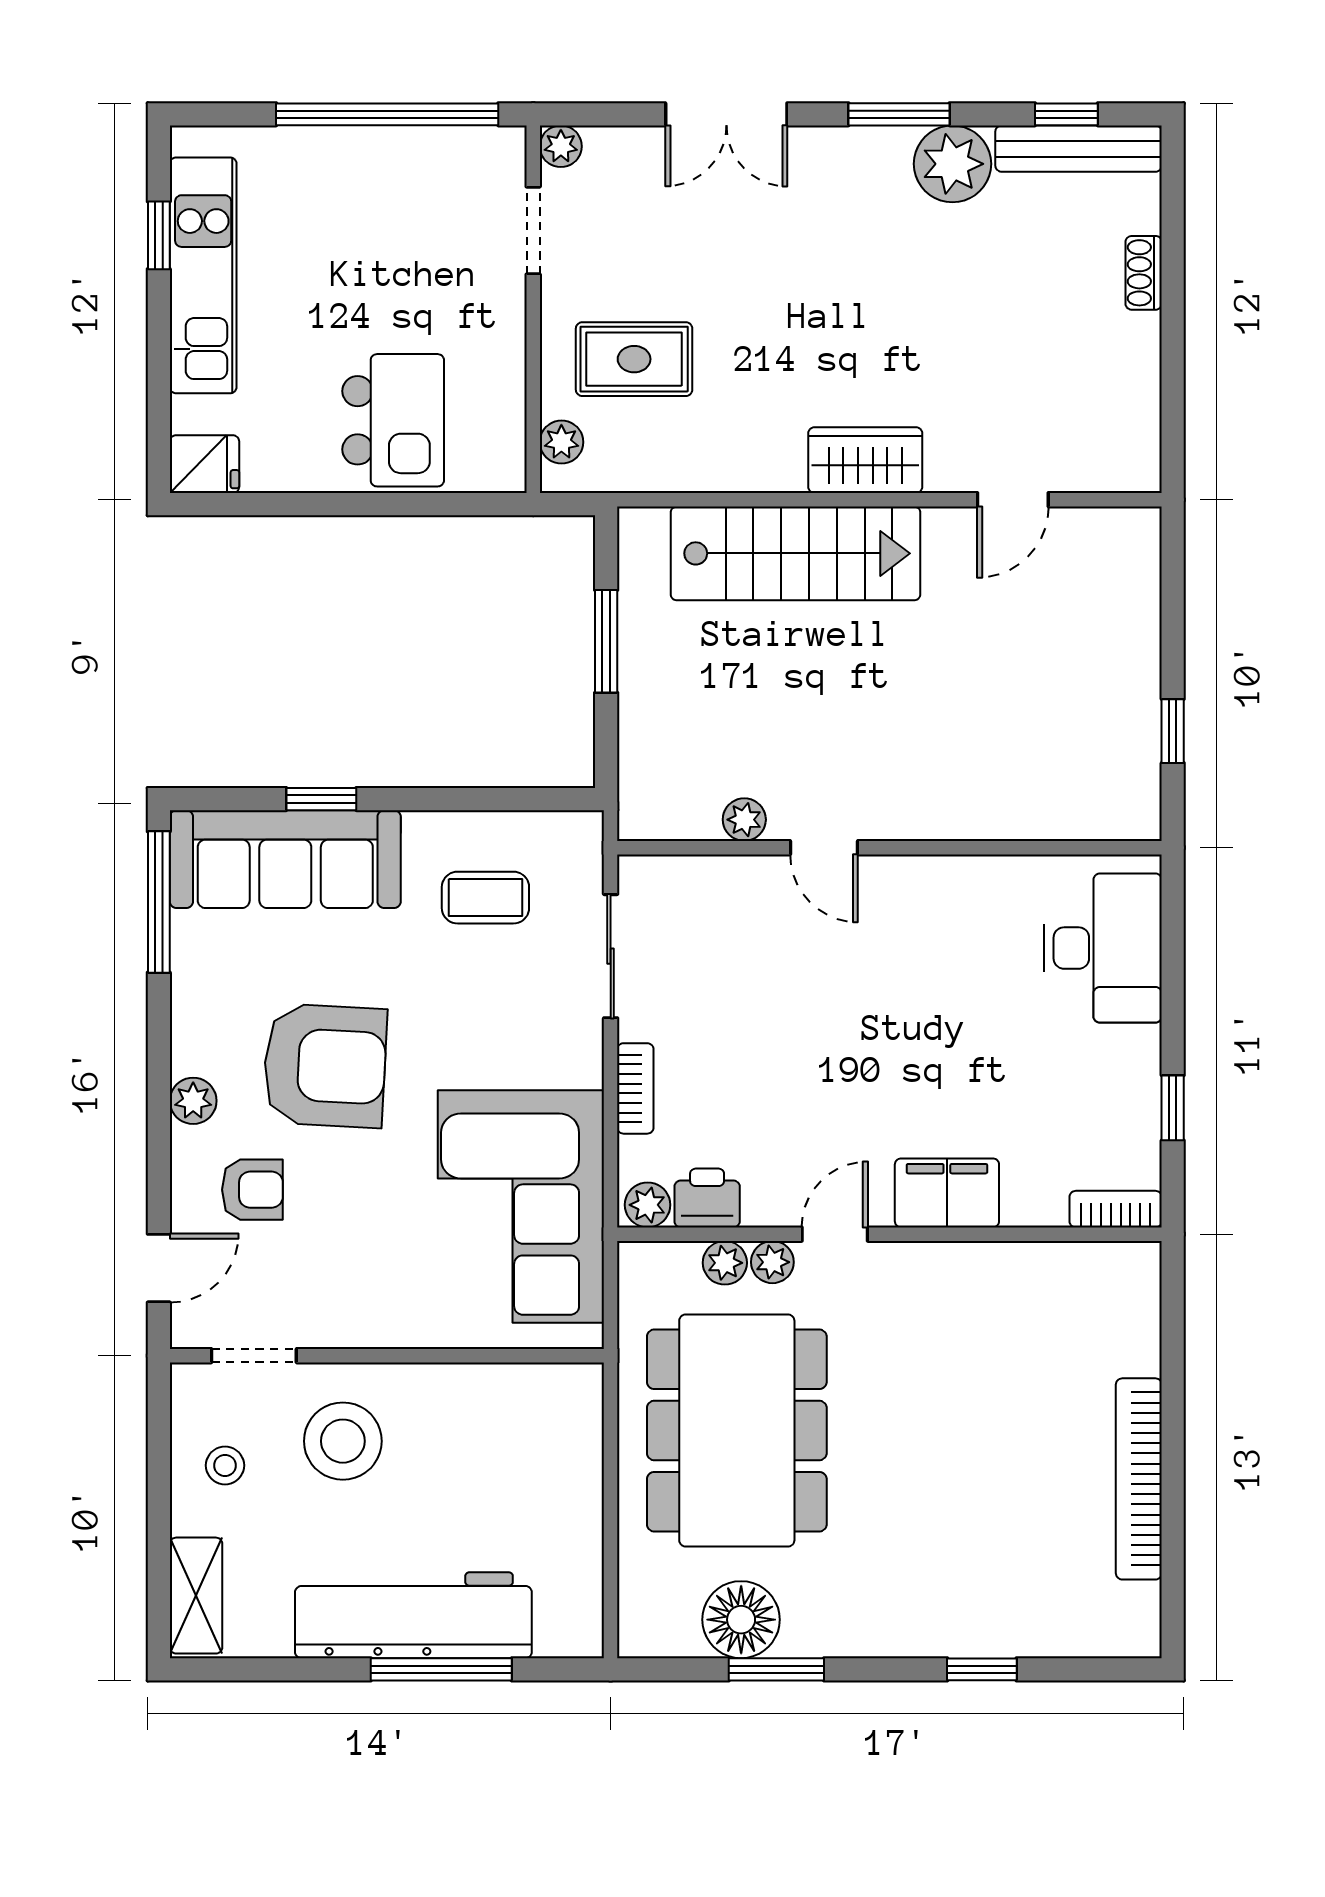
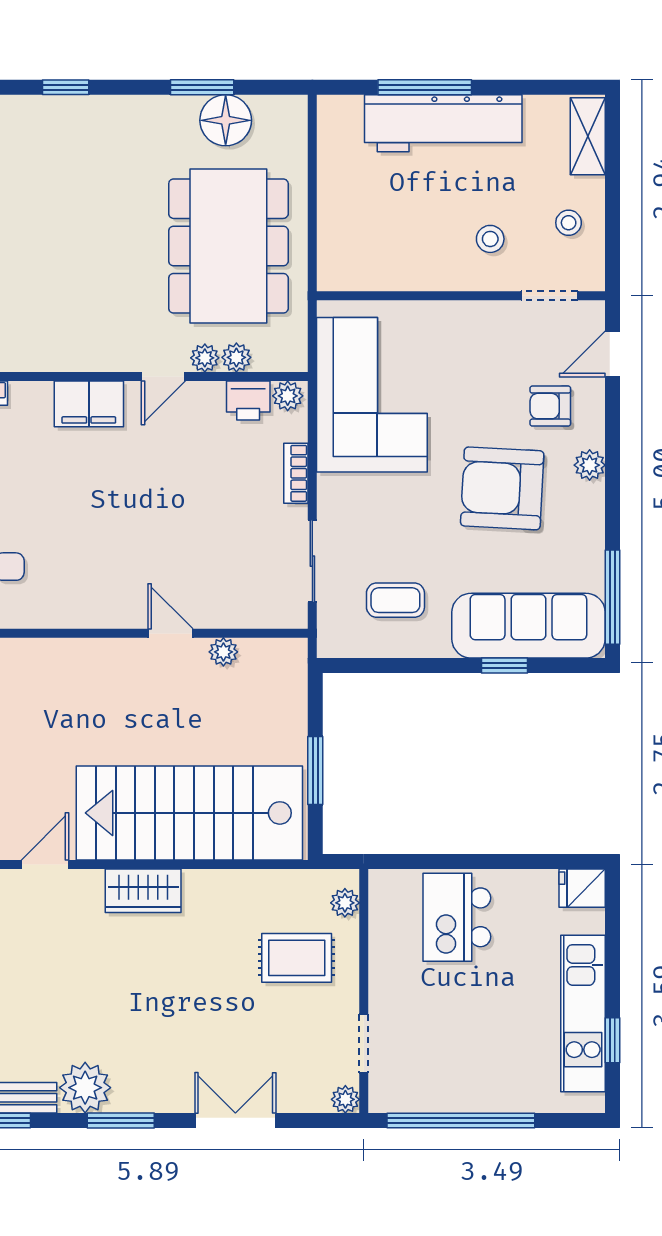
stairs: (795, 553) -> (189, 813), width x1.36, depth x1.51
stool: (343, 1441) -> (490, 239), width x0.53, depth x0.53

